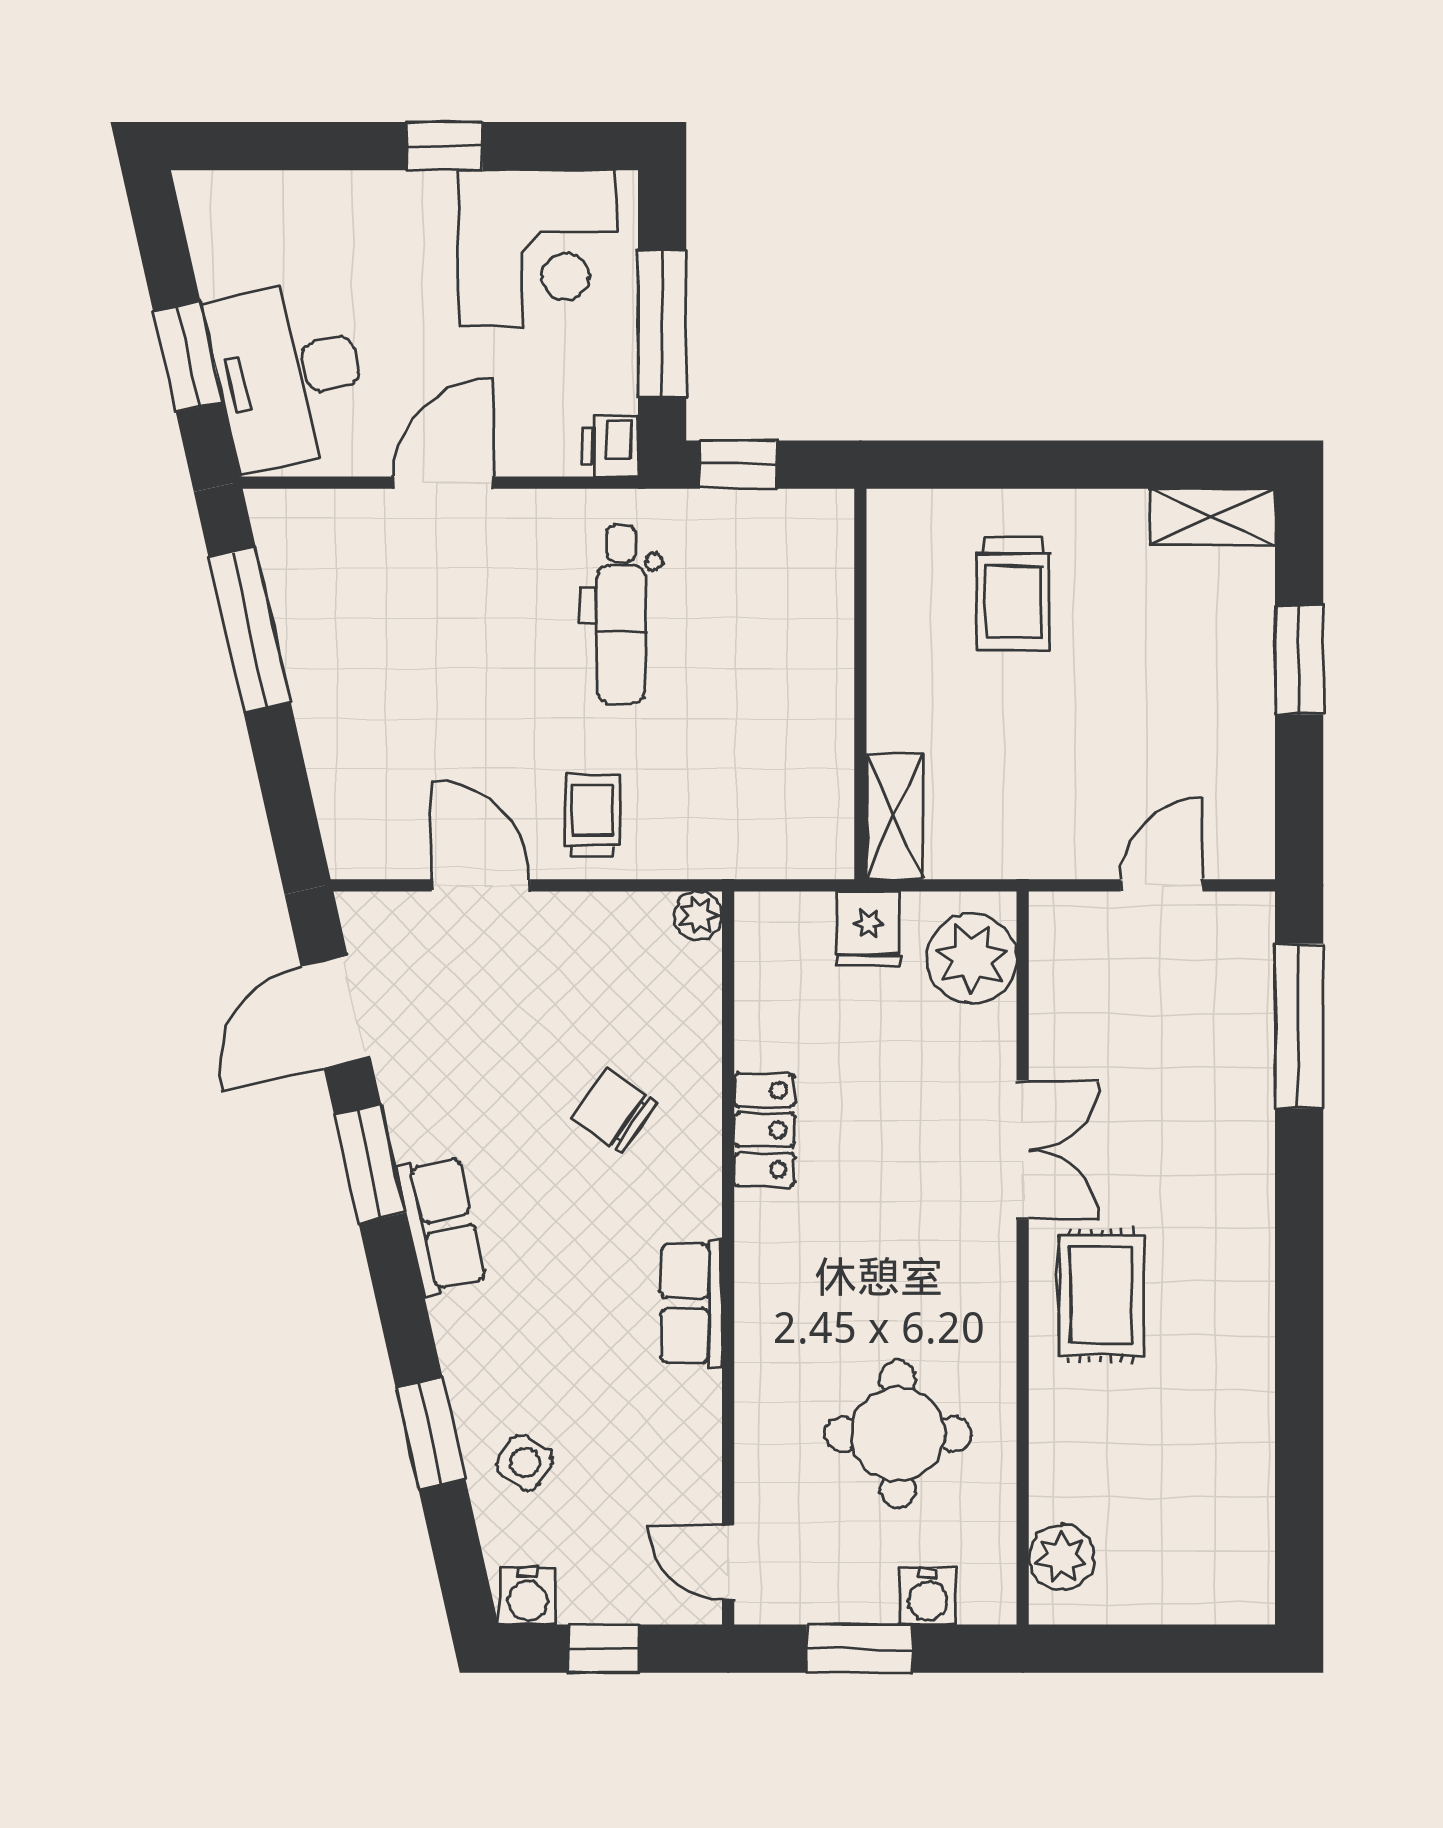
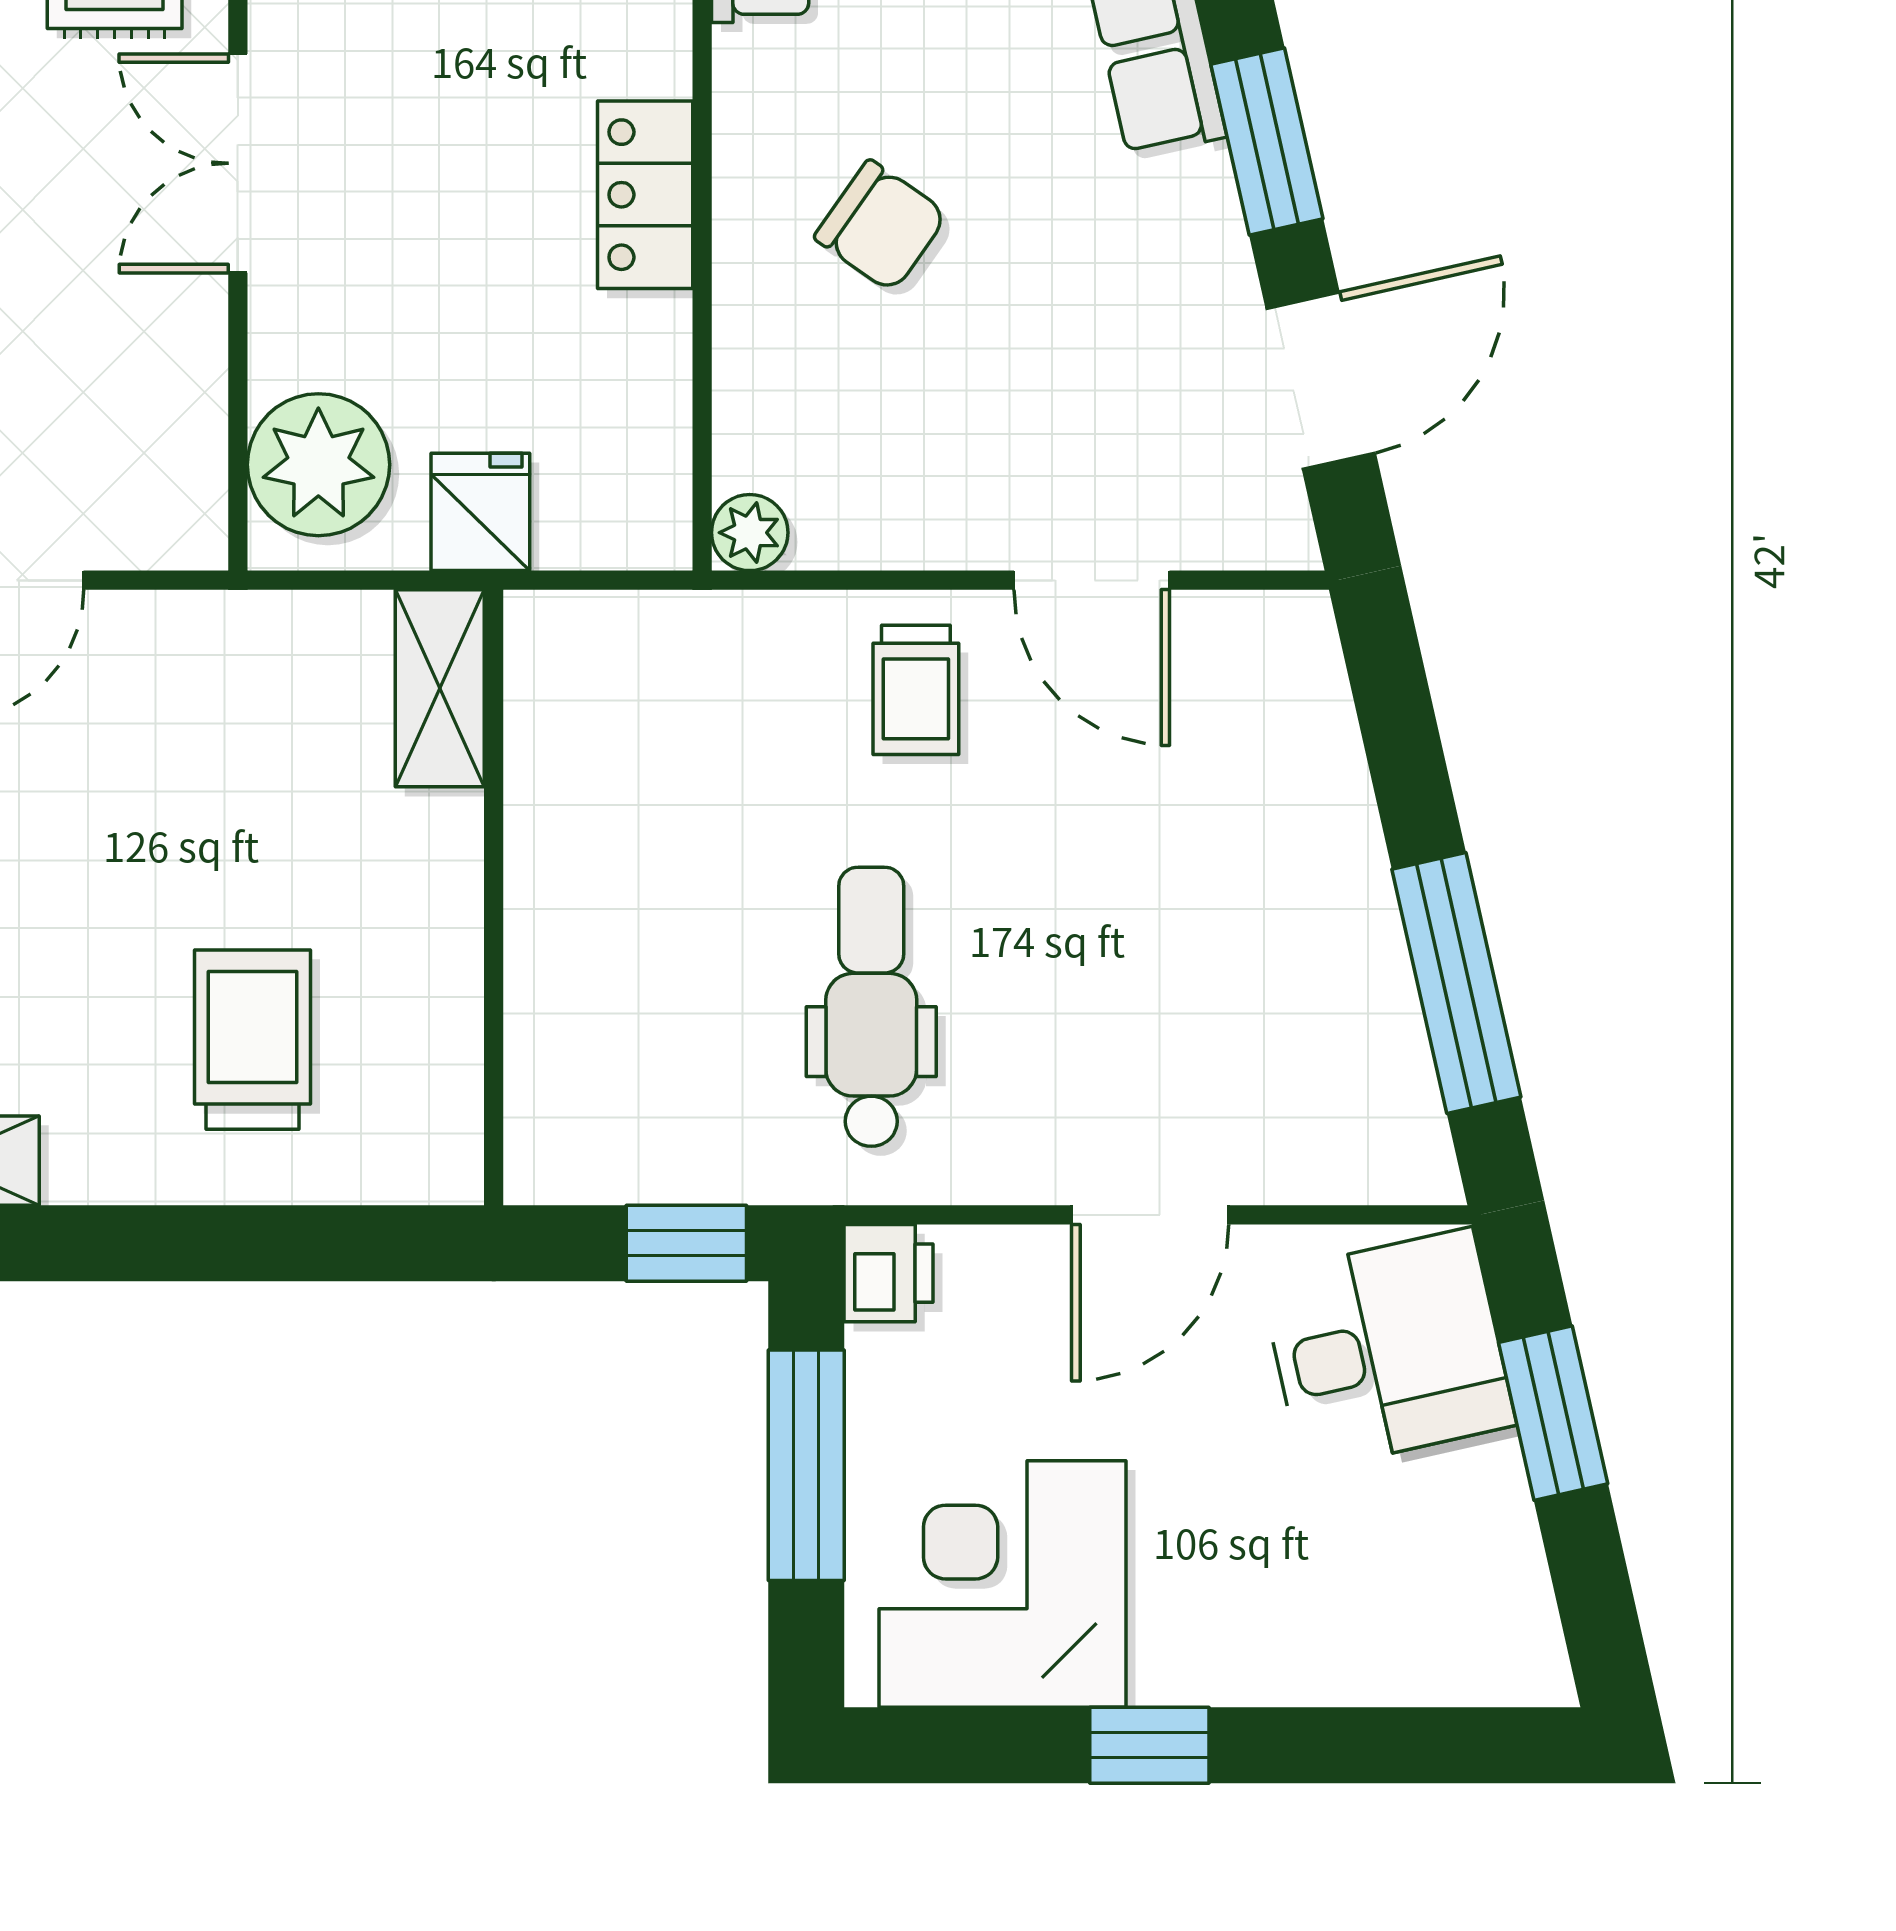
desk: (288, 373) -> (1387, 1350), width x0.73

